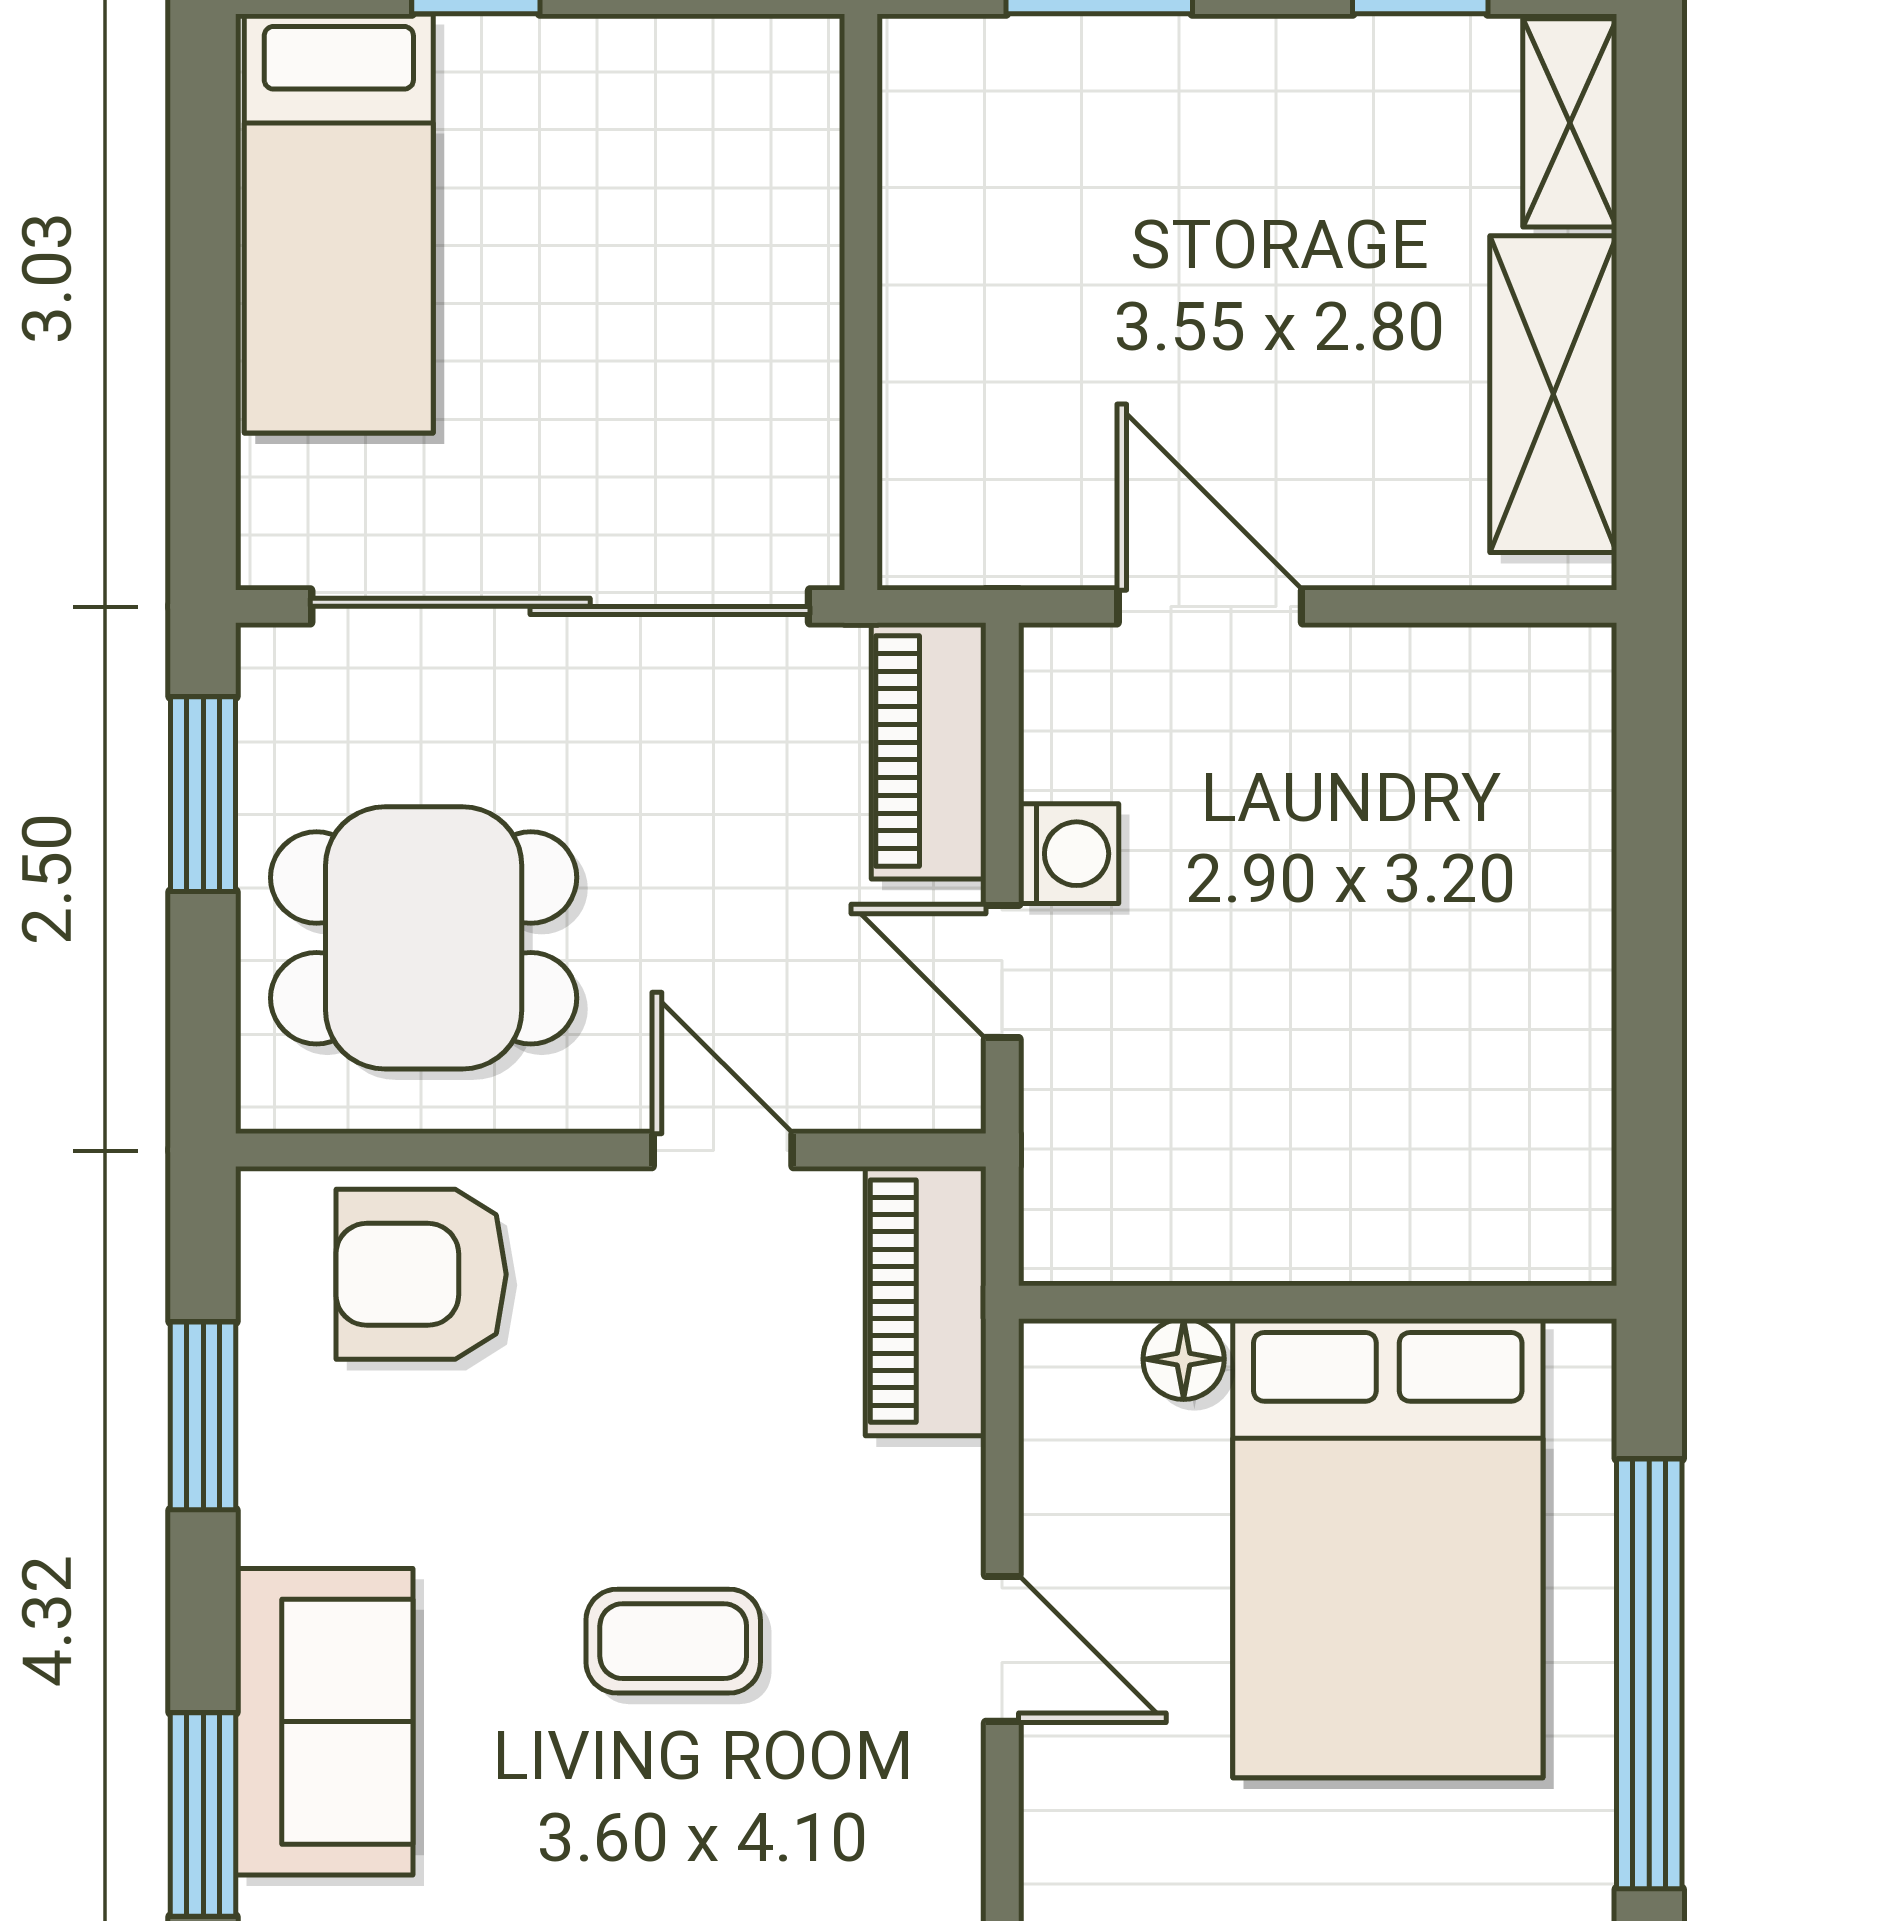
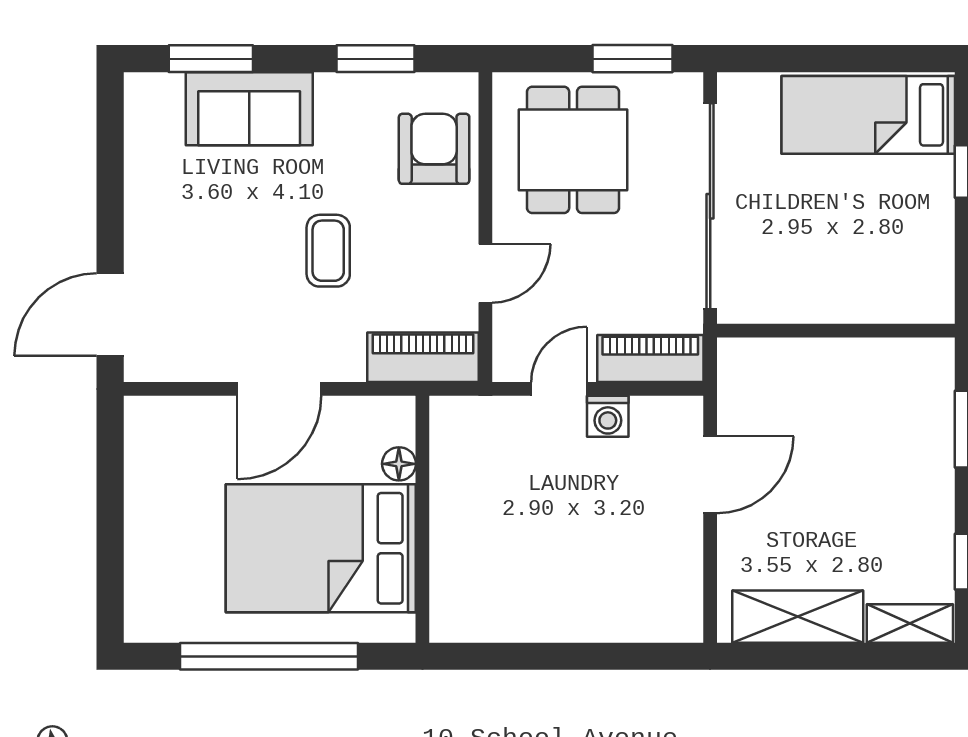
coffee table: (673, 1641) -> (328, 251), moved
door: (1002, 1649) -> (279, 389), width x1.38

